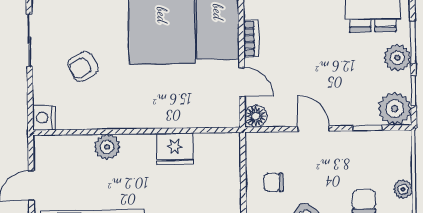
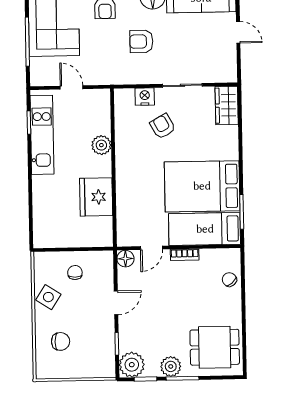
nightstand: (44, 118) -> (145, 97), moved
fridge: (175, 149) -> (96, 197), width x1.36, depth x1.34
plant: (403, 189) -> (70, 371), removed

